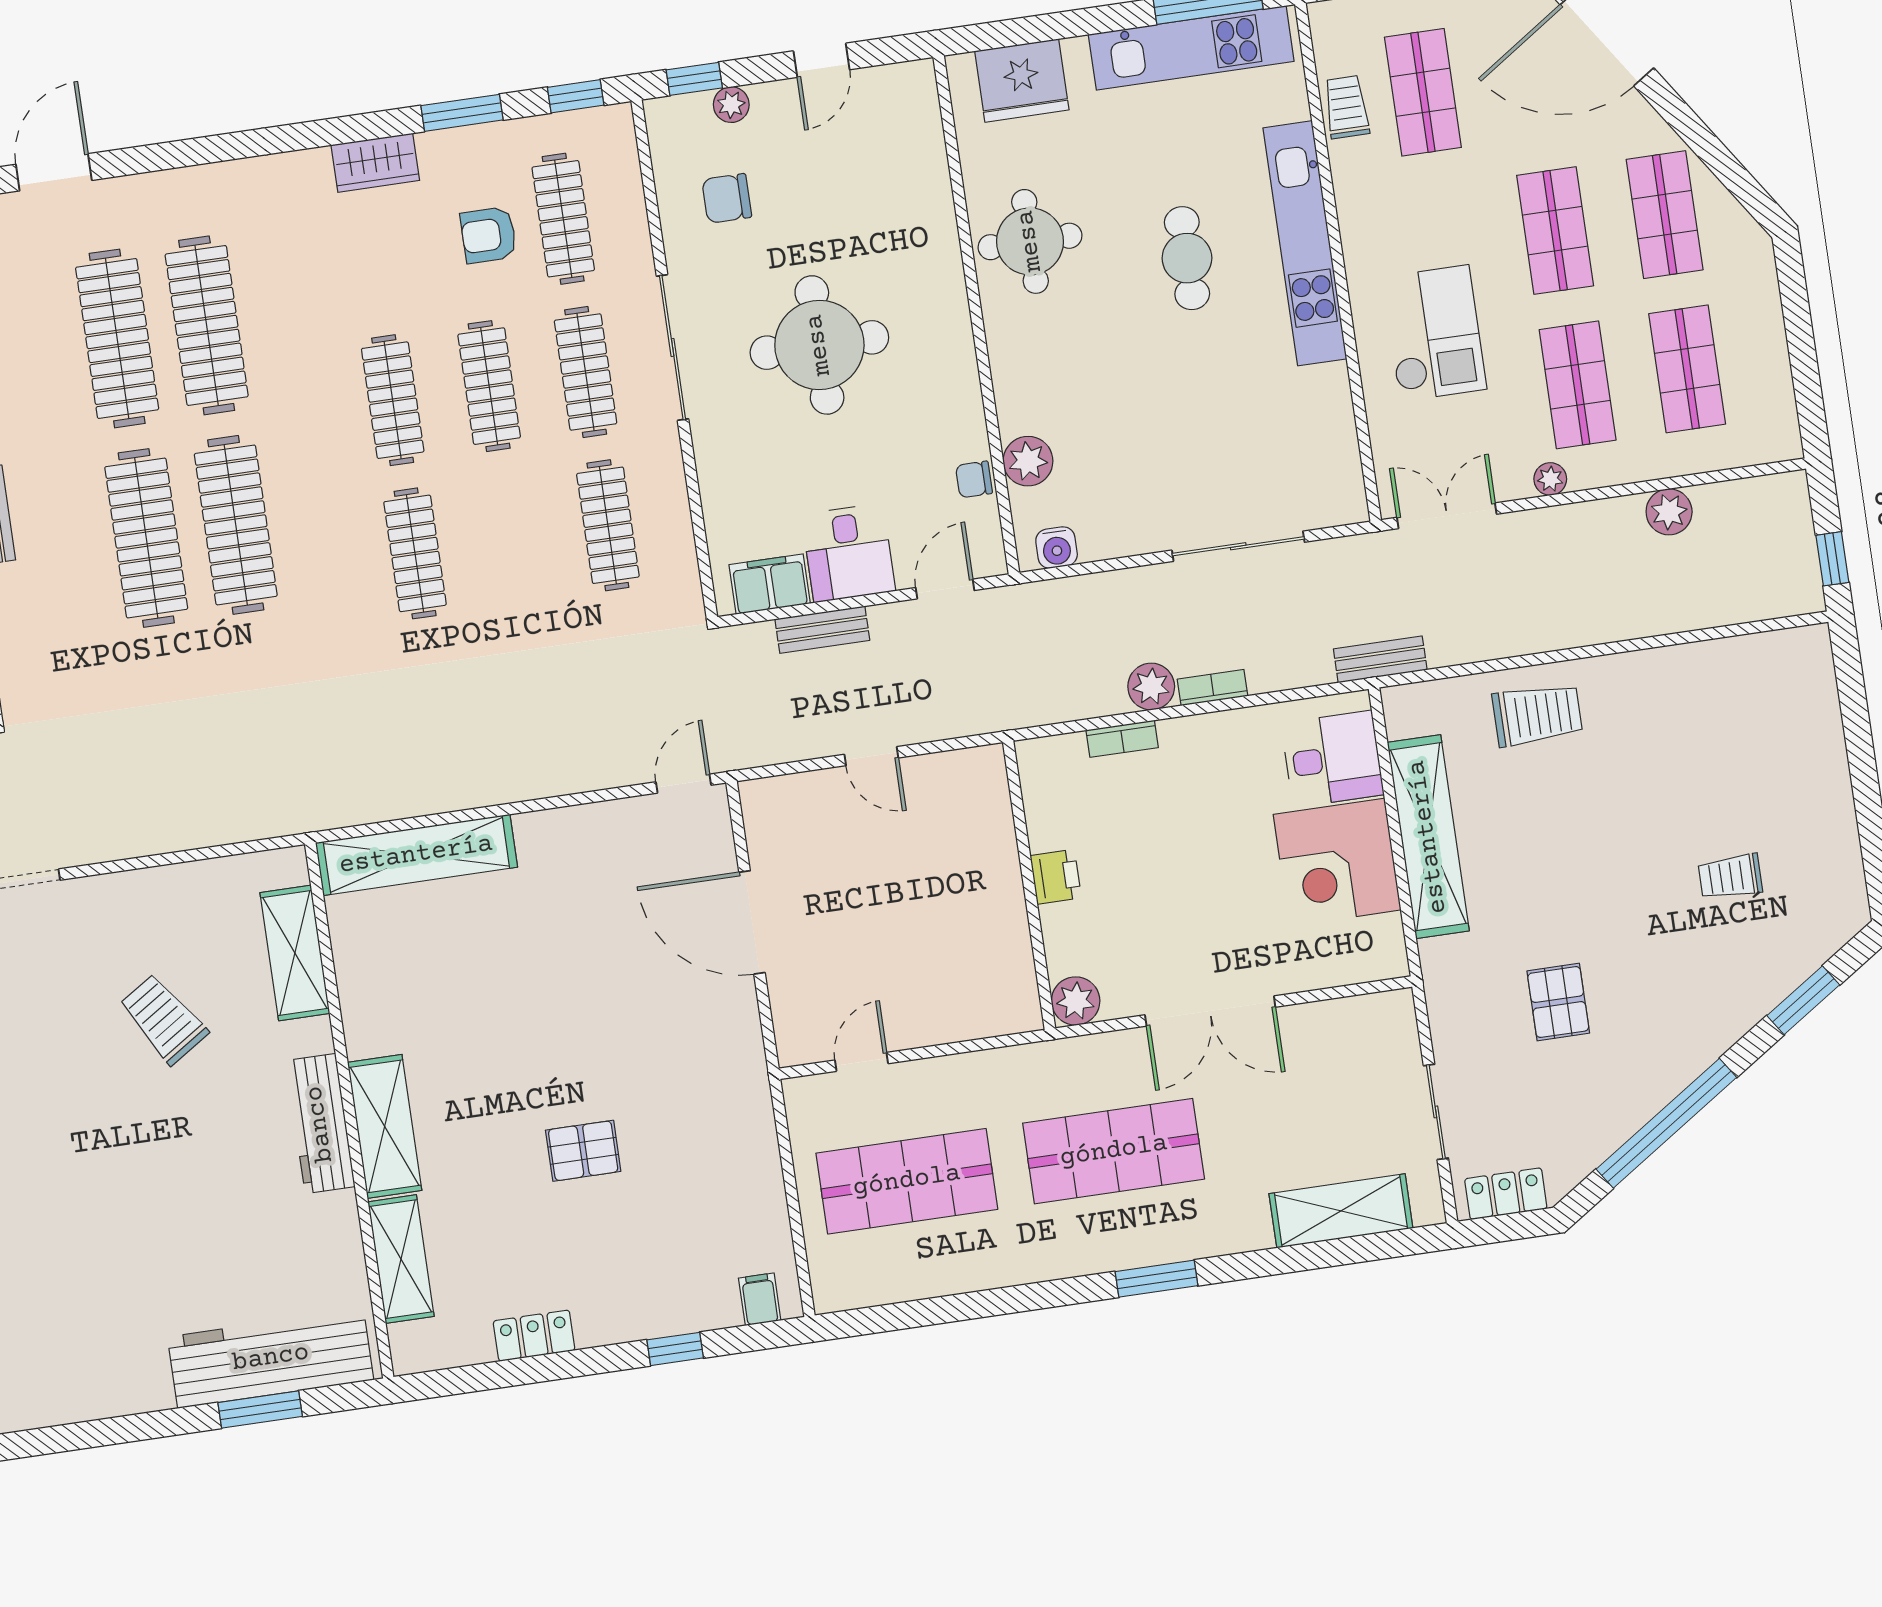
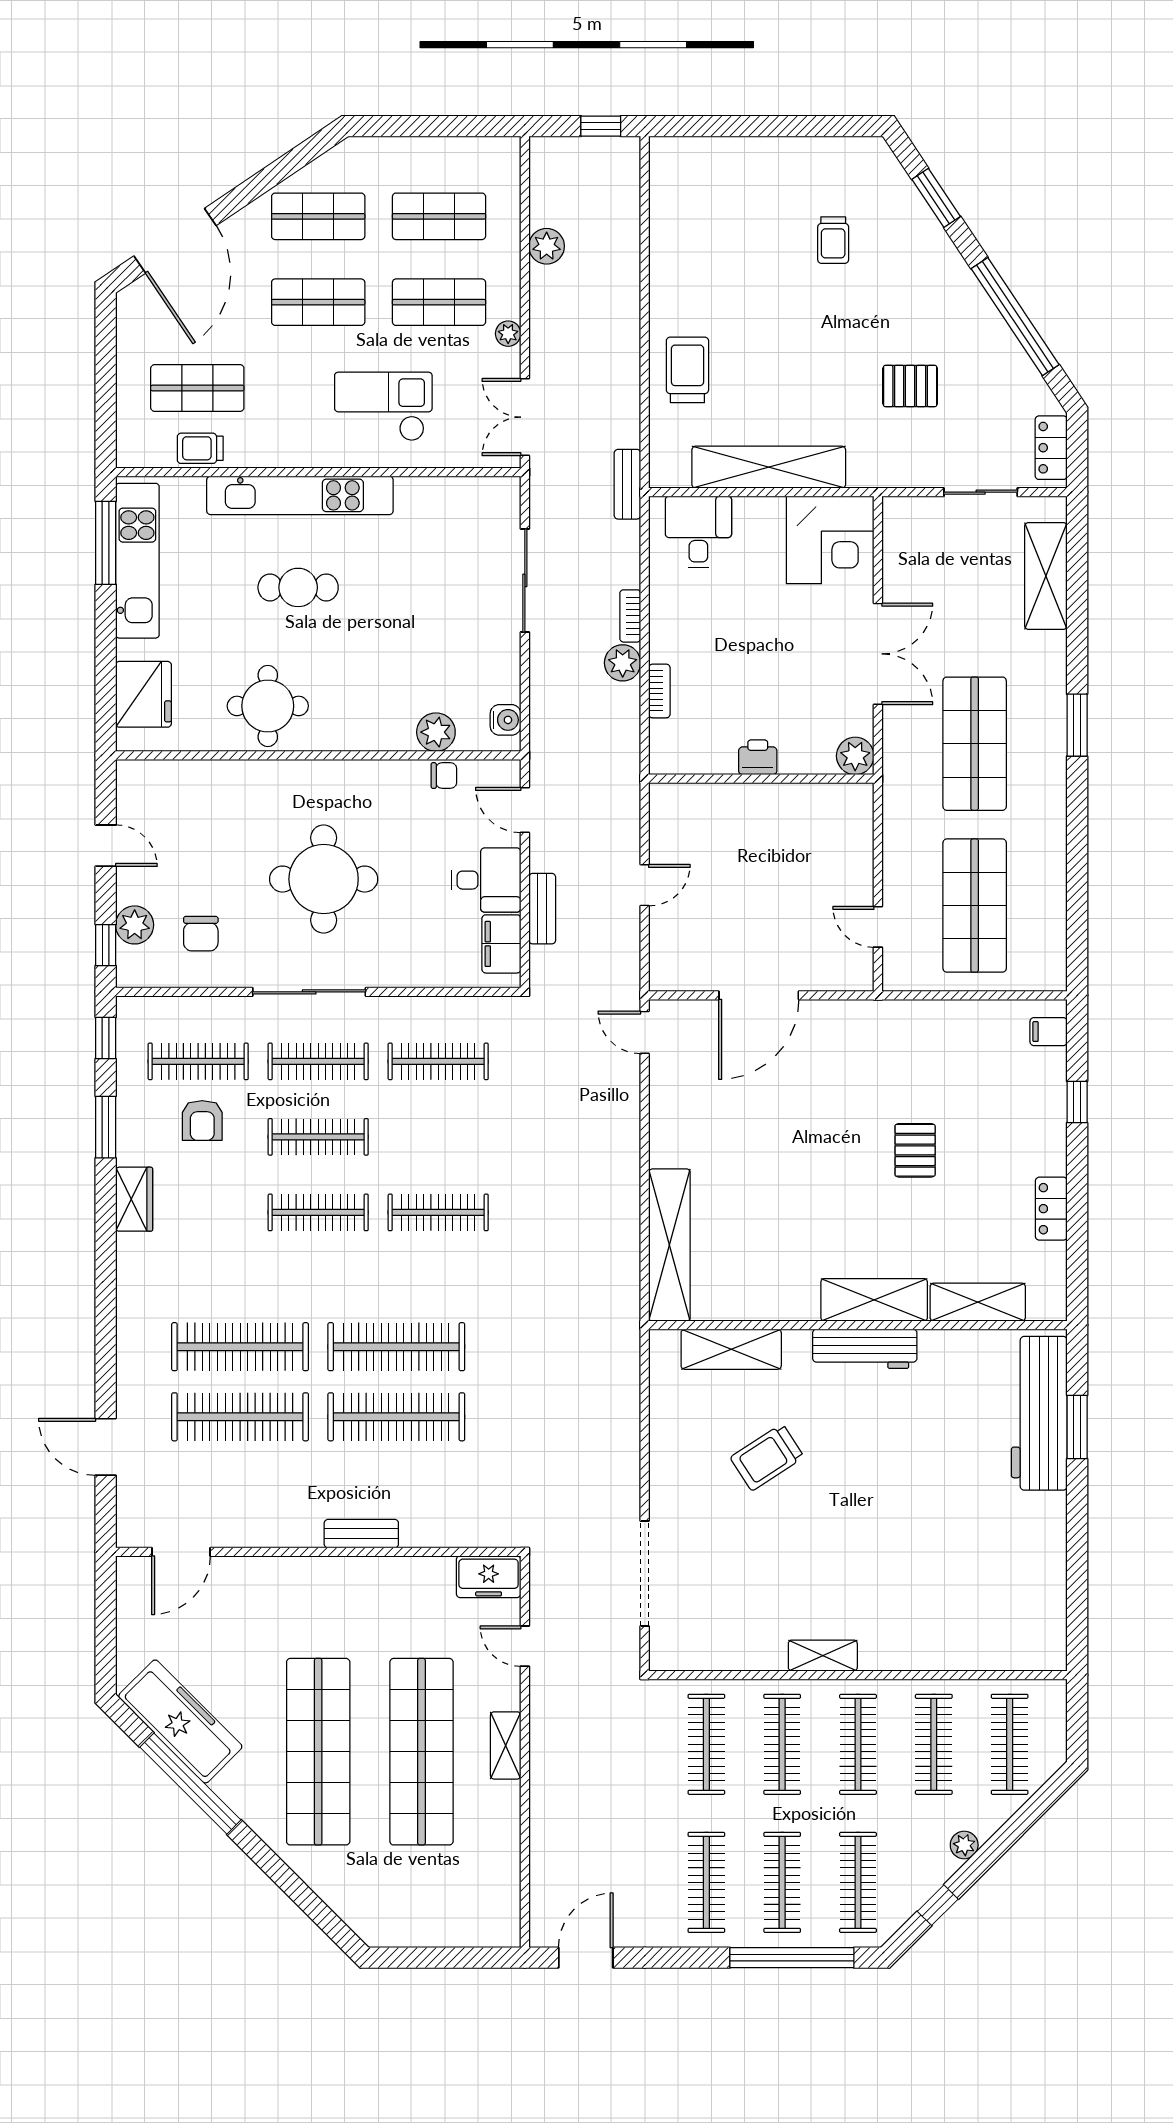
plant: (731, 105) -> (135, 925), width x1.38, depth x1.38
chair: (974, 479) -> (444, 776), turned -90
corner desk: (1337, 862) -> (830, 540), moved

